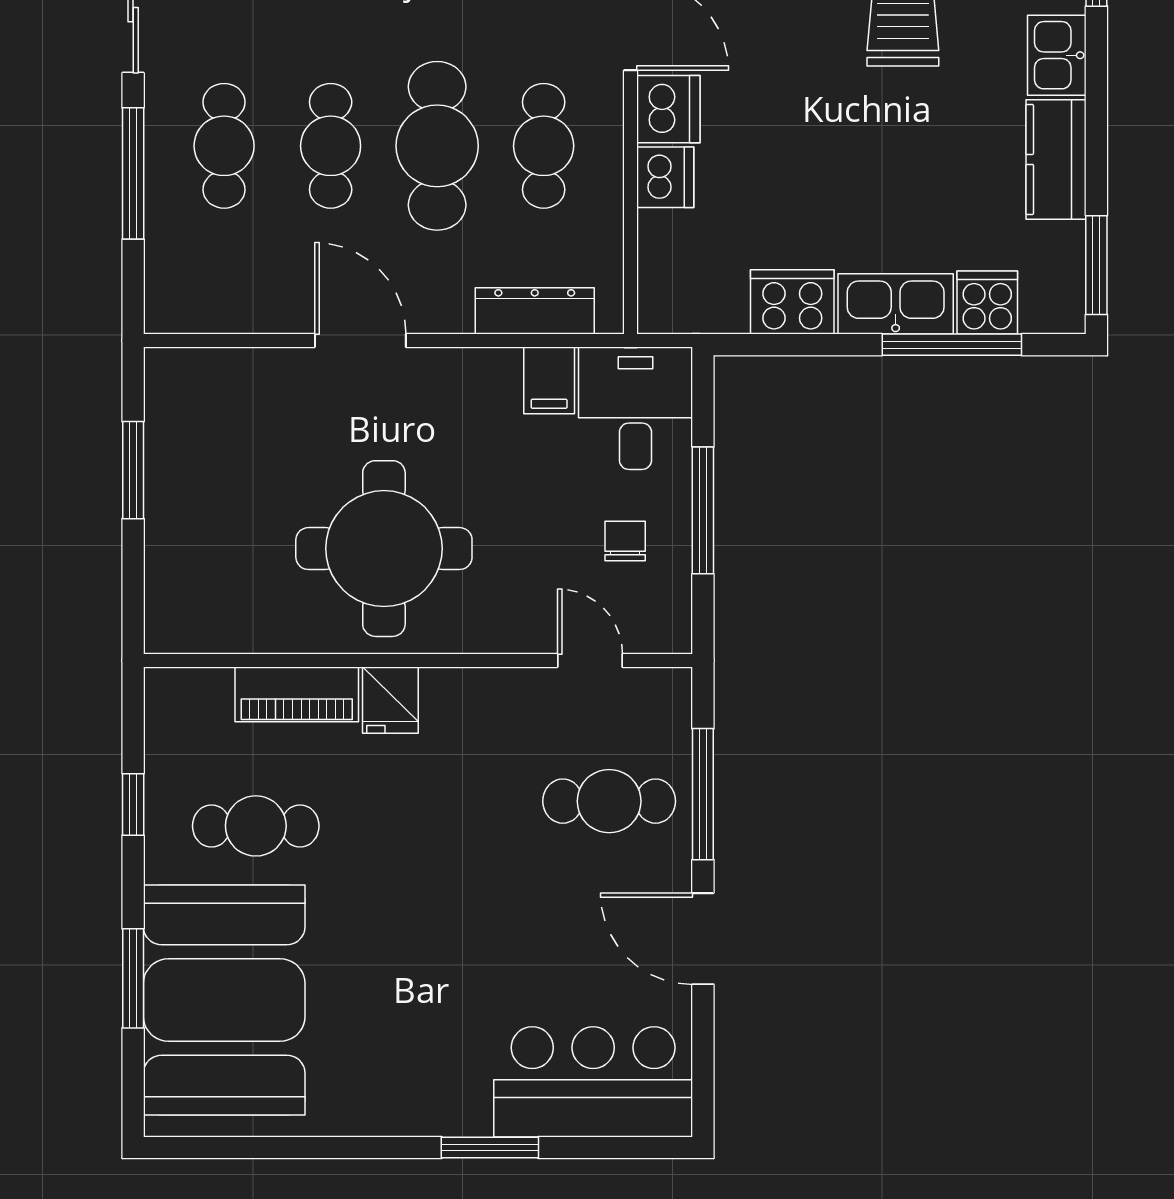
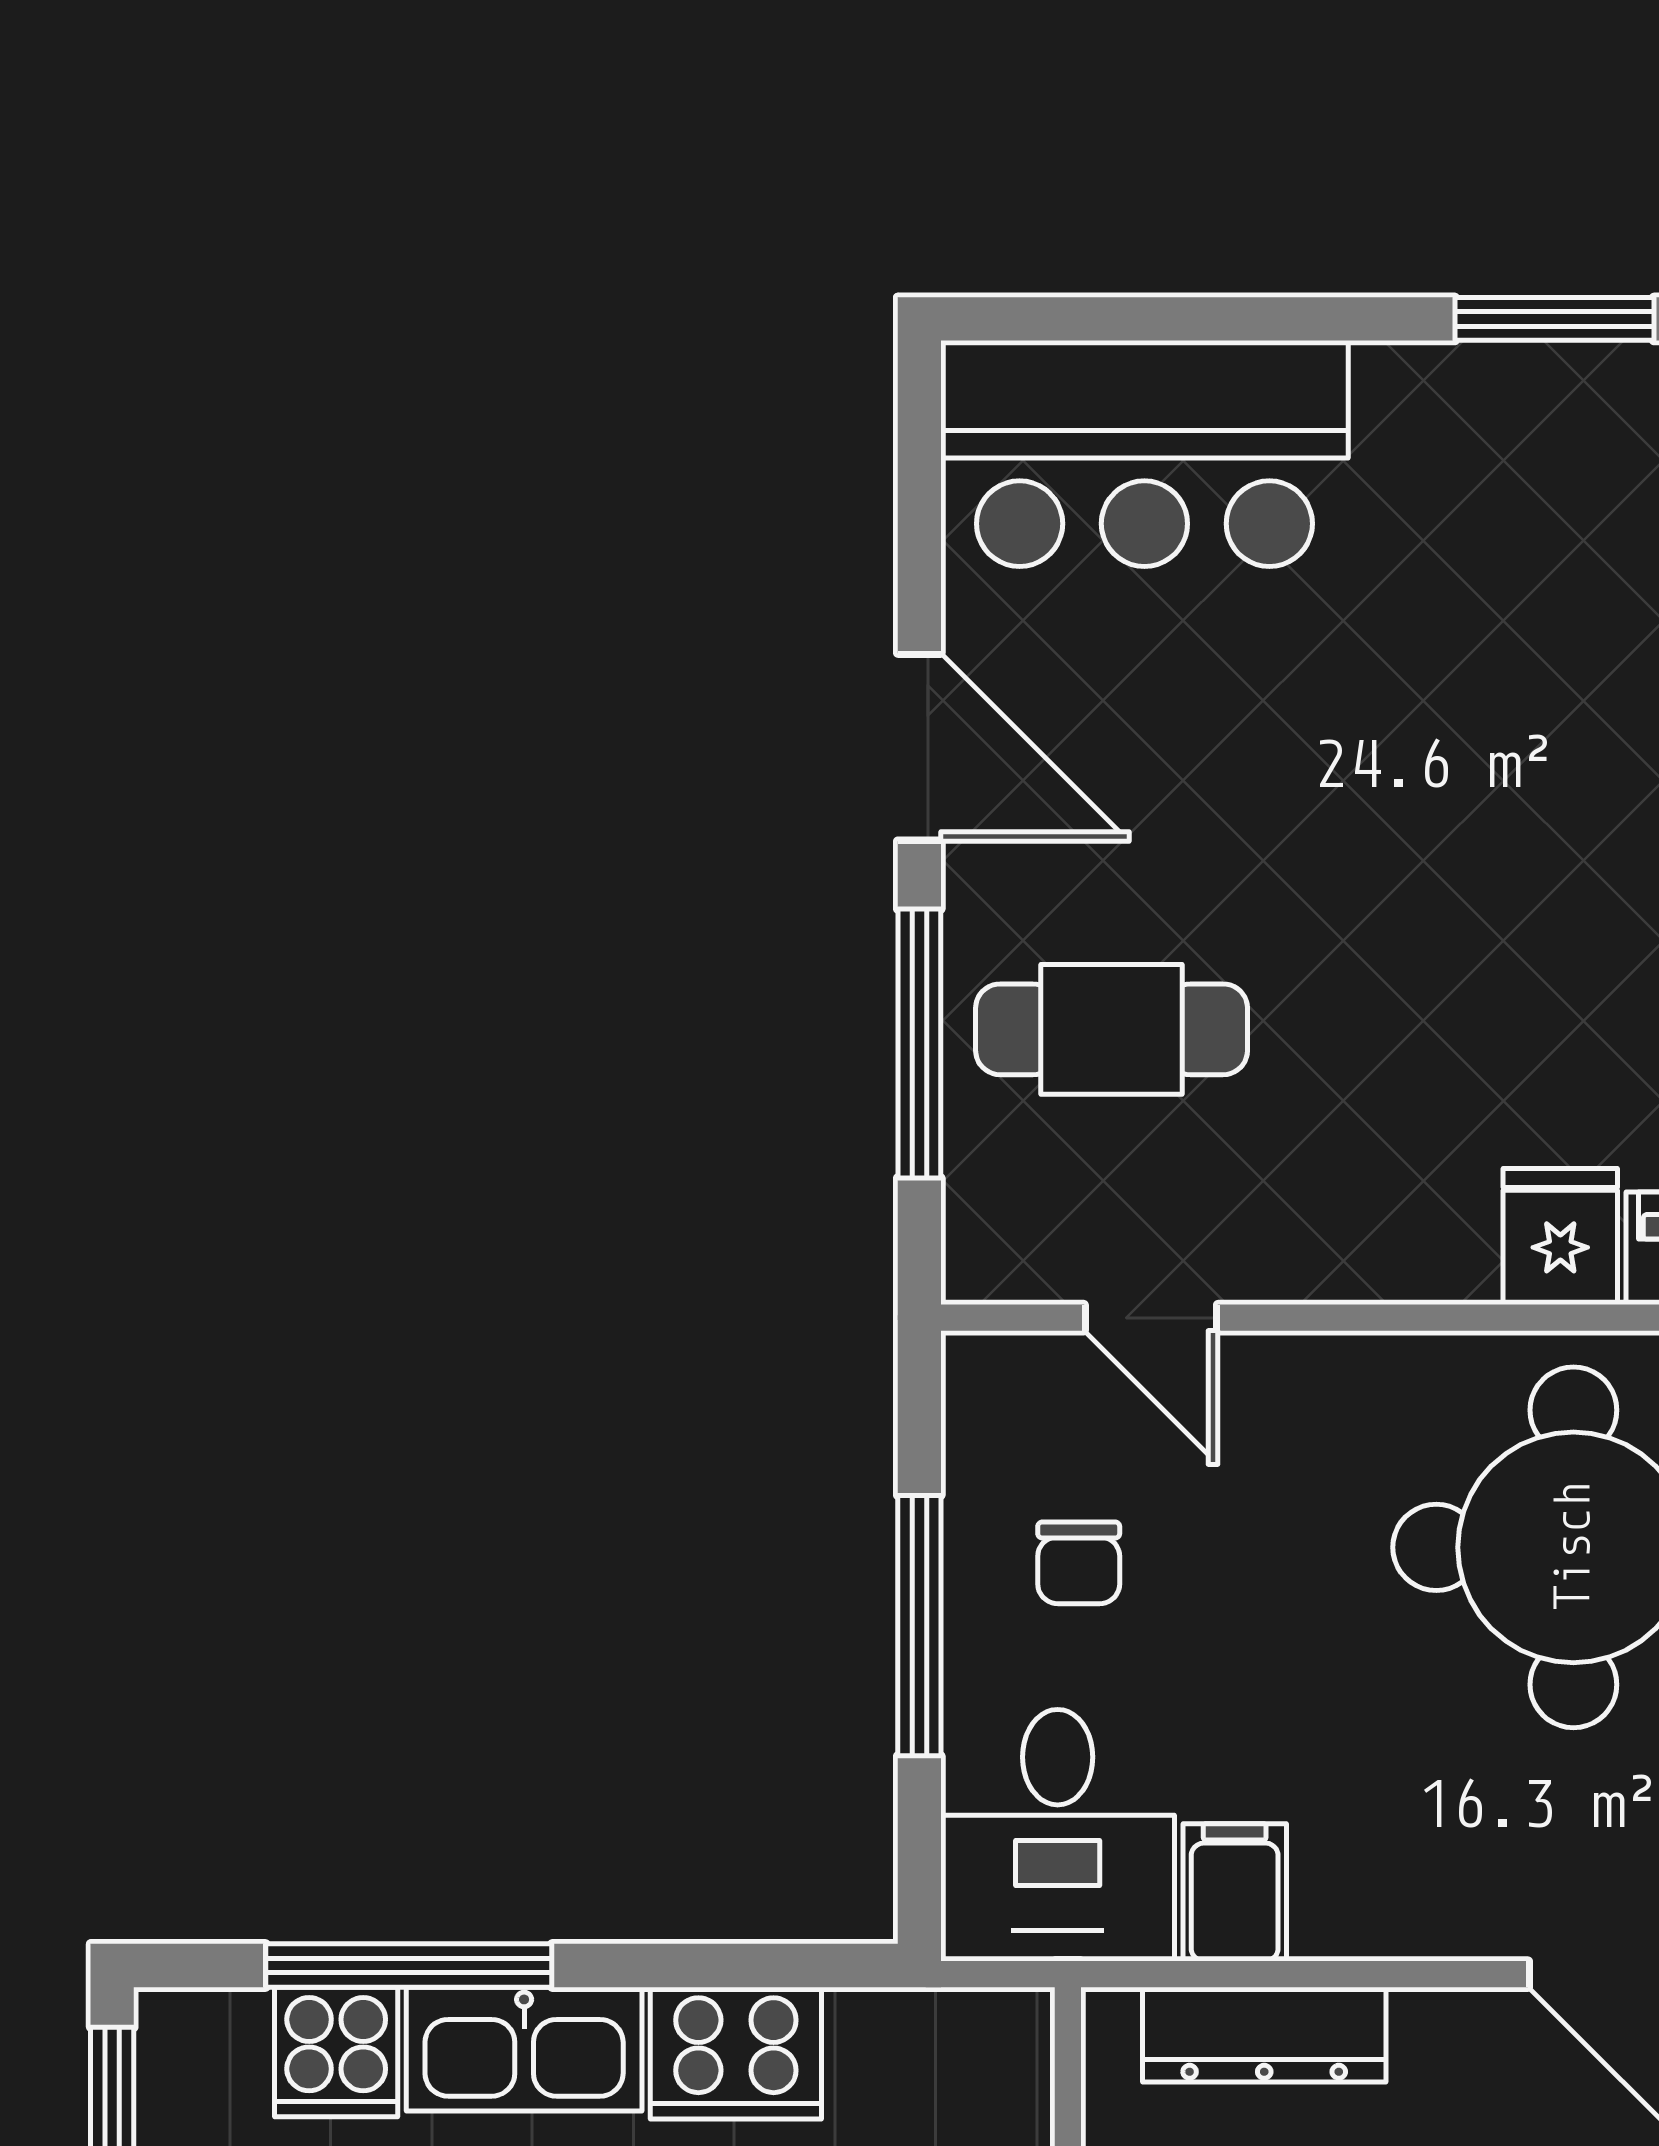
window: (490, 1148) -> (1554, 319), moved

